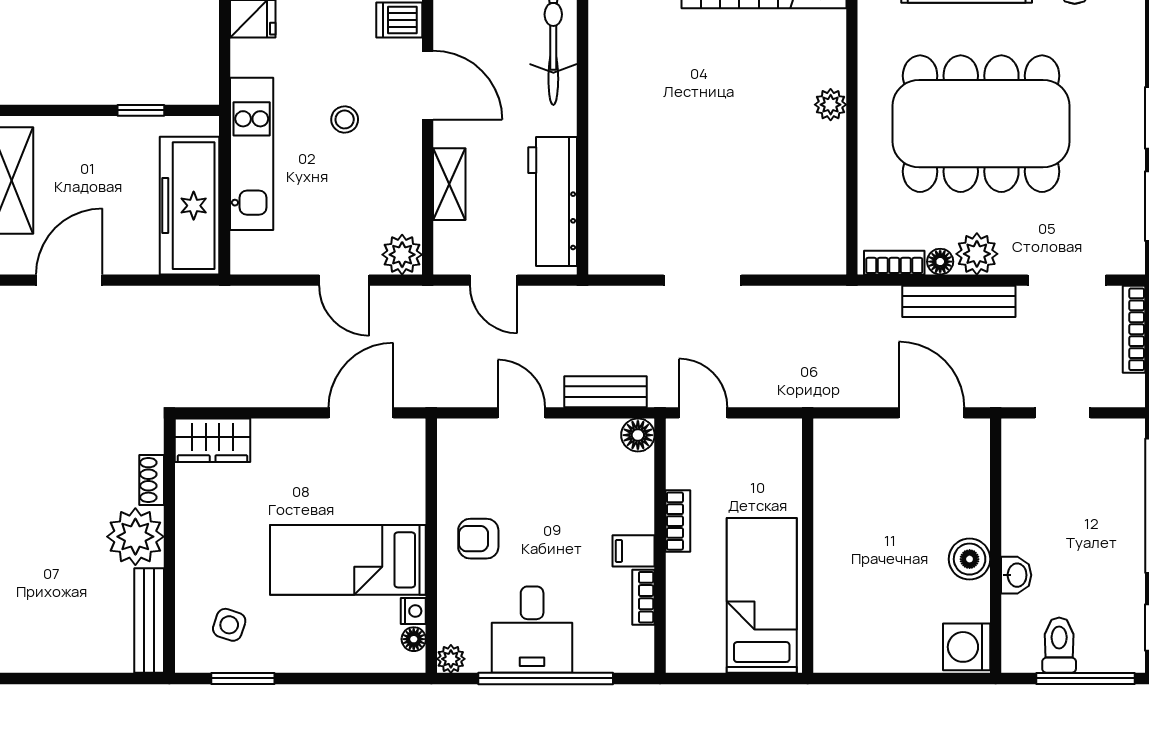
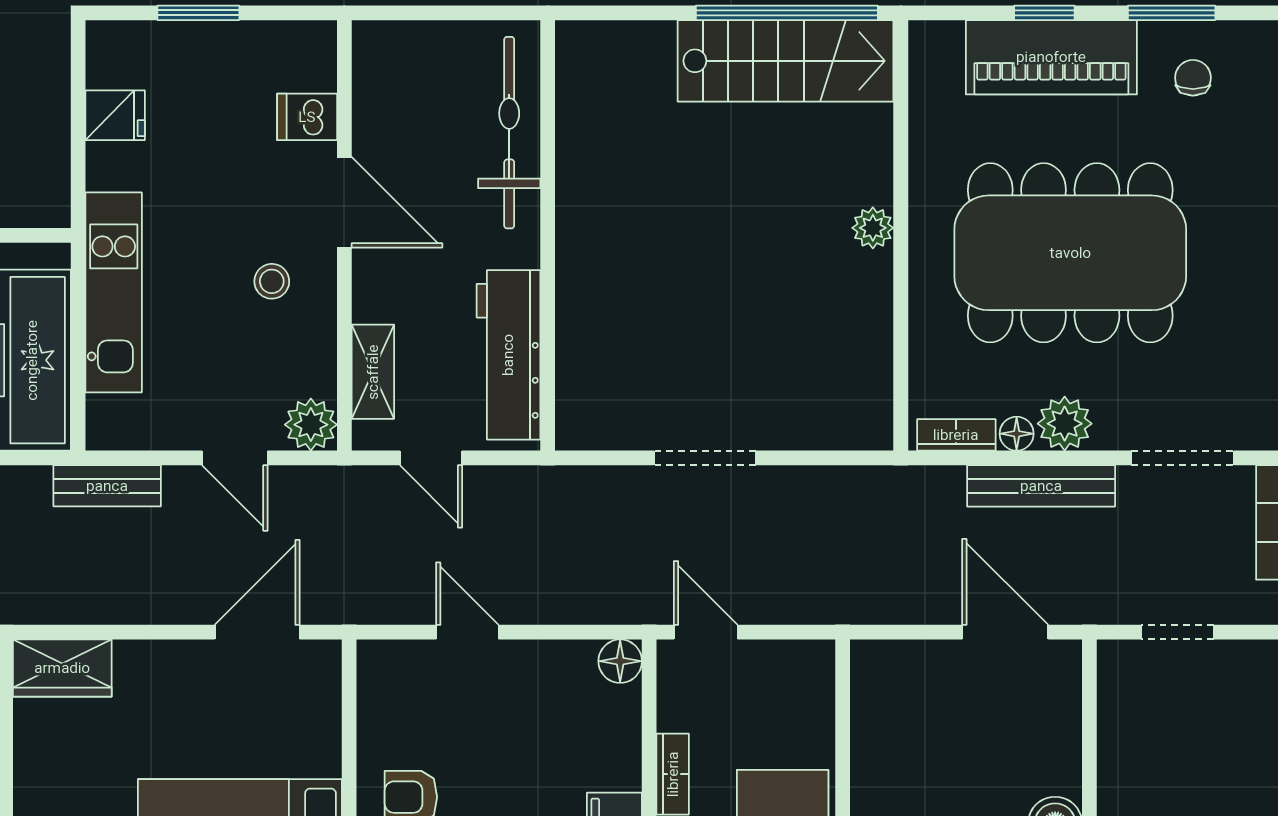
stool: (345, 119) -> (272, 281), moved
shelving: (449, 184) -> (373, 372), moved
bench: (605, 392) -> (107, 486), moved

